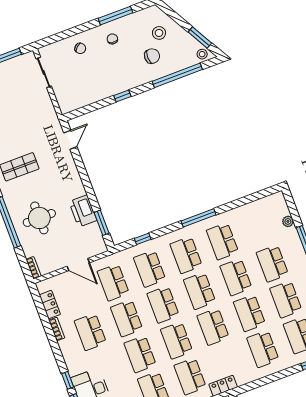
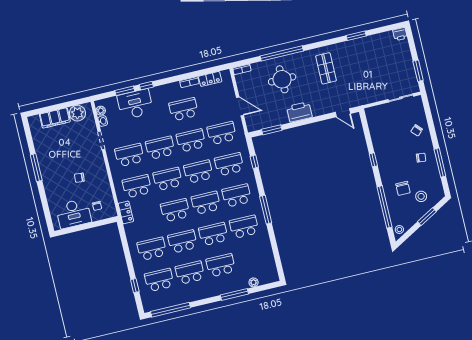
window: (200, 38) -> (427, 217), moved
printer: (83, 211) -> (299, 112), moved
door: (78, 264) -> (240, 106), swing flipped

